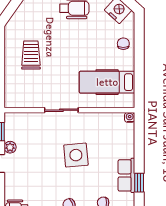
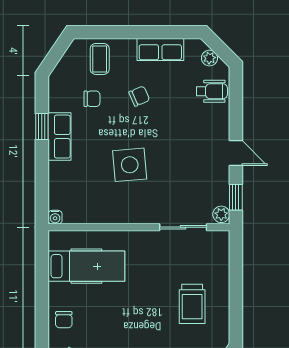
sliding door: (61, 110) -> (183, 227), moved
plant: (10, 147) -> (221, 214), moved

